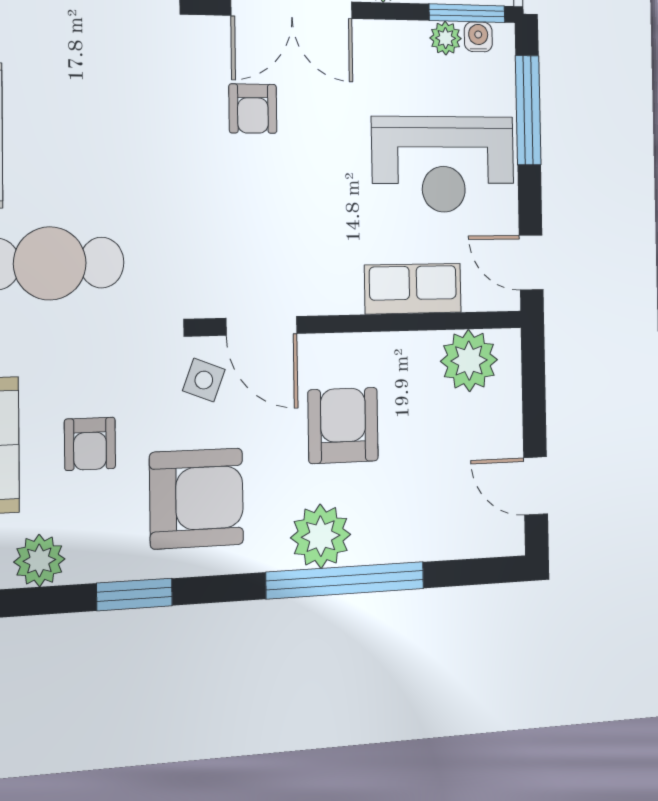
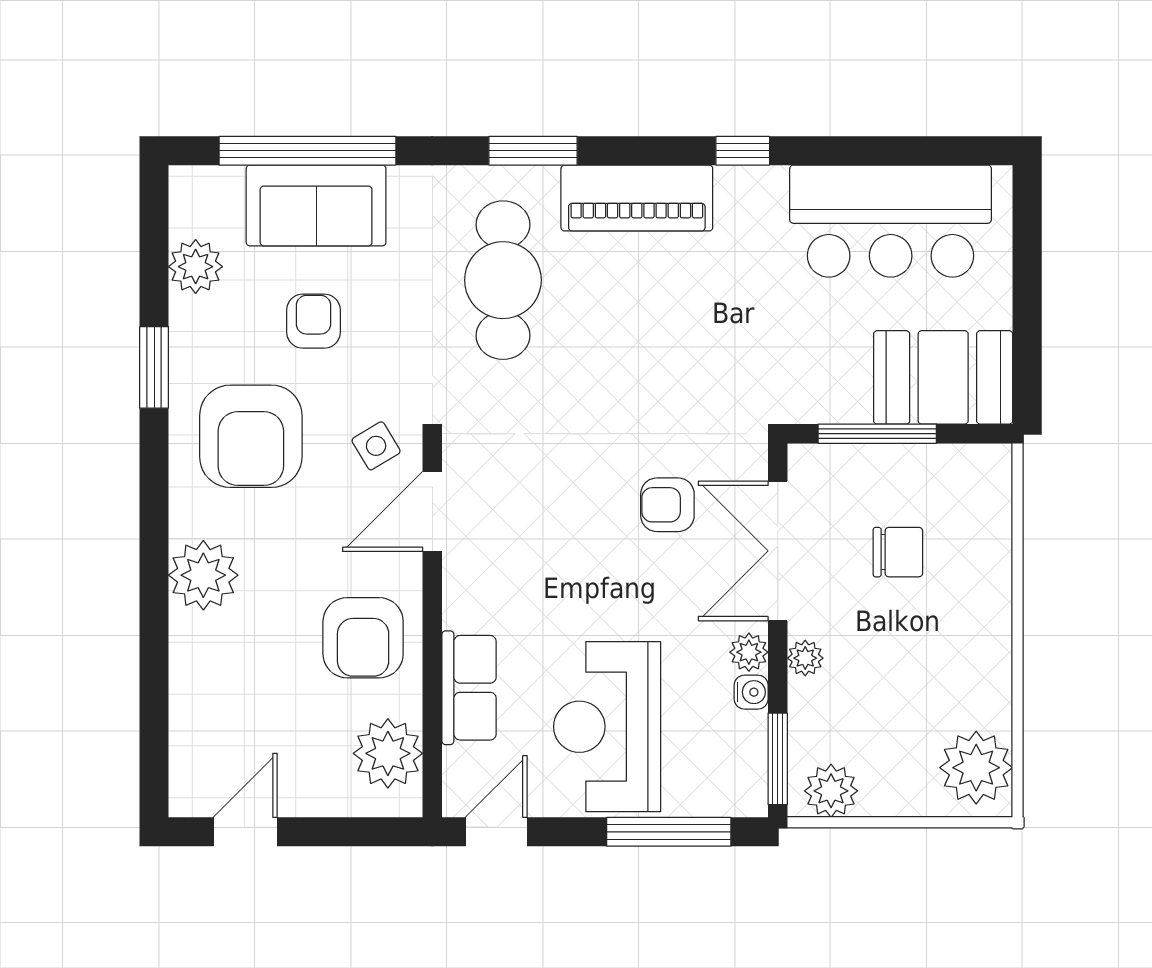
water cooler: (478, 37) -> (751, 692), moved
plant: (445, 38) -> (749, 652), moved
side table: (204, 380) -> (376, 446), turned 38
armchair: (343, 425) -> (363, 638), moved, turned 90
armchair: (90, 444) -> (314, 321), turned 90
window: (345, 580) -> (154, 603), removed

